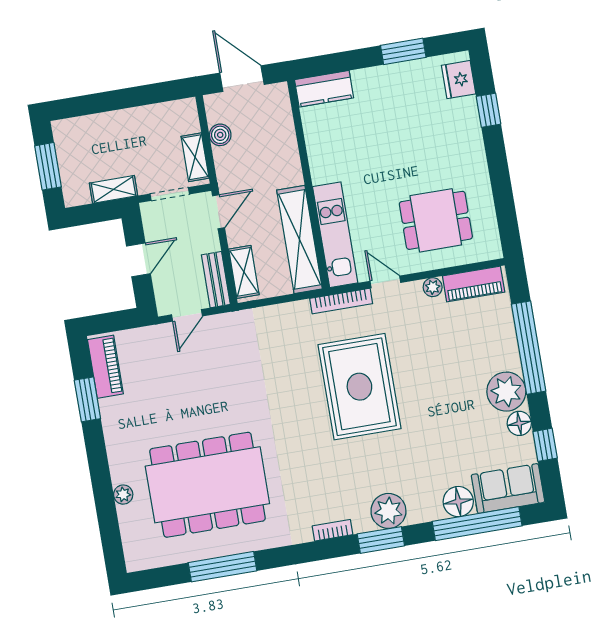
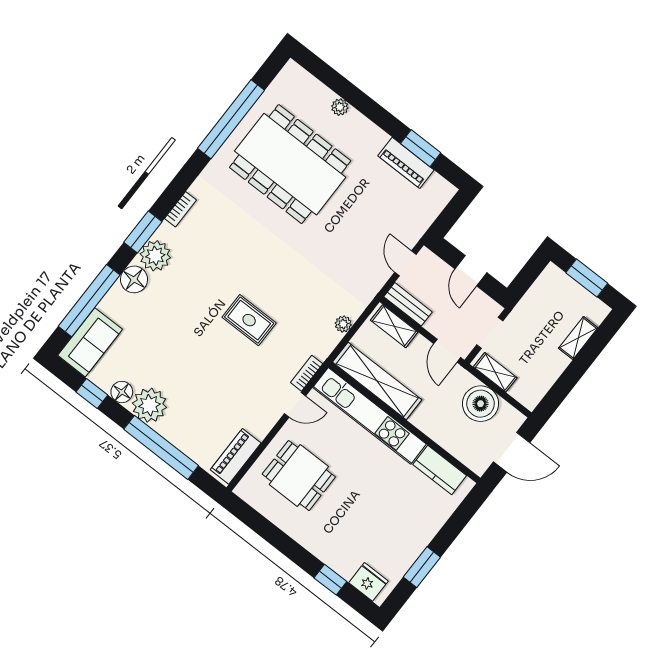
kitchen counter: (324, 89) -> (440, 470), moved, turned -90
boiler: (220, 135) -> (481, 404), width x1.86, depth x1.86
shelving: (114, 189) -> (578, 338), moved
dining table: (436, 220) -> (299, 476), turned 90
kitchen unit: (335, 235) -> (369, 416), width x1.36
plant: (433, 287) -> (343, 324), moved
bookcase: (341, 301) -> (307, 373), width x0.64
piano: (105, 367) -> (406, 163), moved
rug: (359, 387) -> (249, 320), width x0.54, depth x0.49
dining table: (207, 485) -> (290, 164), turned 90
floor lamp: (458, 502) -> (134, 279), moved
window: (223, 567) -> (231, 119), width x1.46

